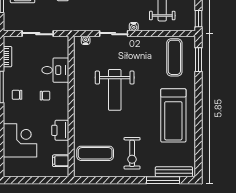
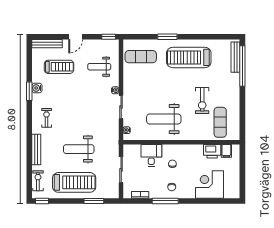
window: (198, 60) -> (167, 37), moved
weight bench: (115, 90) -> (164, 119), moved, turned 180
treadmill: (173, 115) -> (189, 57), turned 180
printer: (60, 130) -> (212, 151), moved
exercise bike: (132, 153) -> (202, 101), moved, turned 90
window: (163, 180) -> (242, 66), width x1.46

